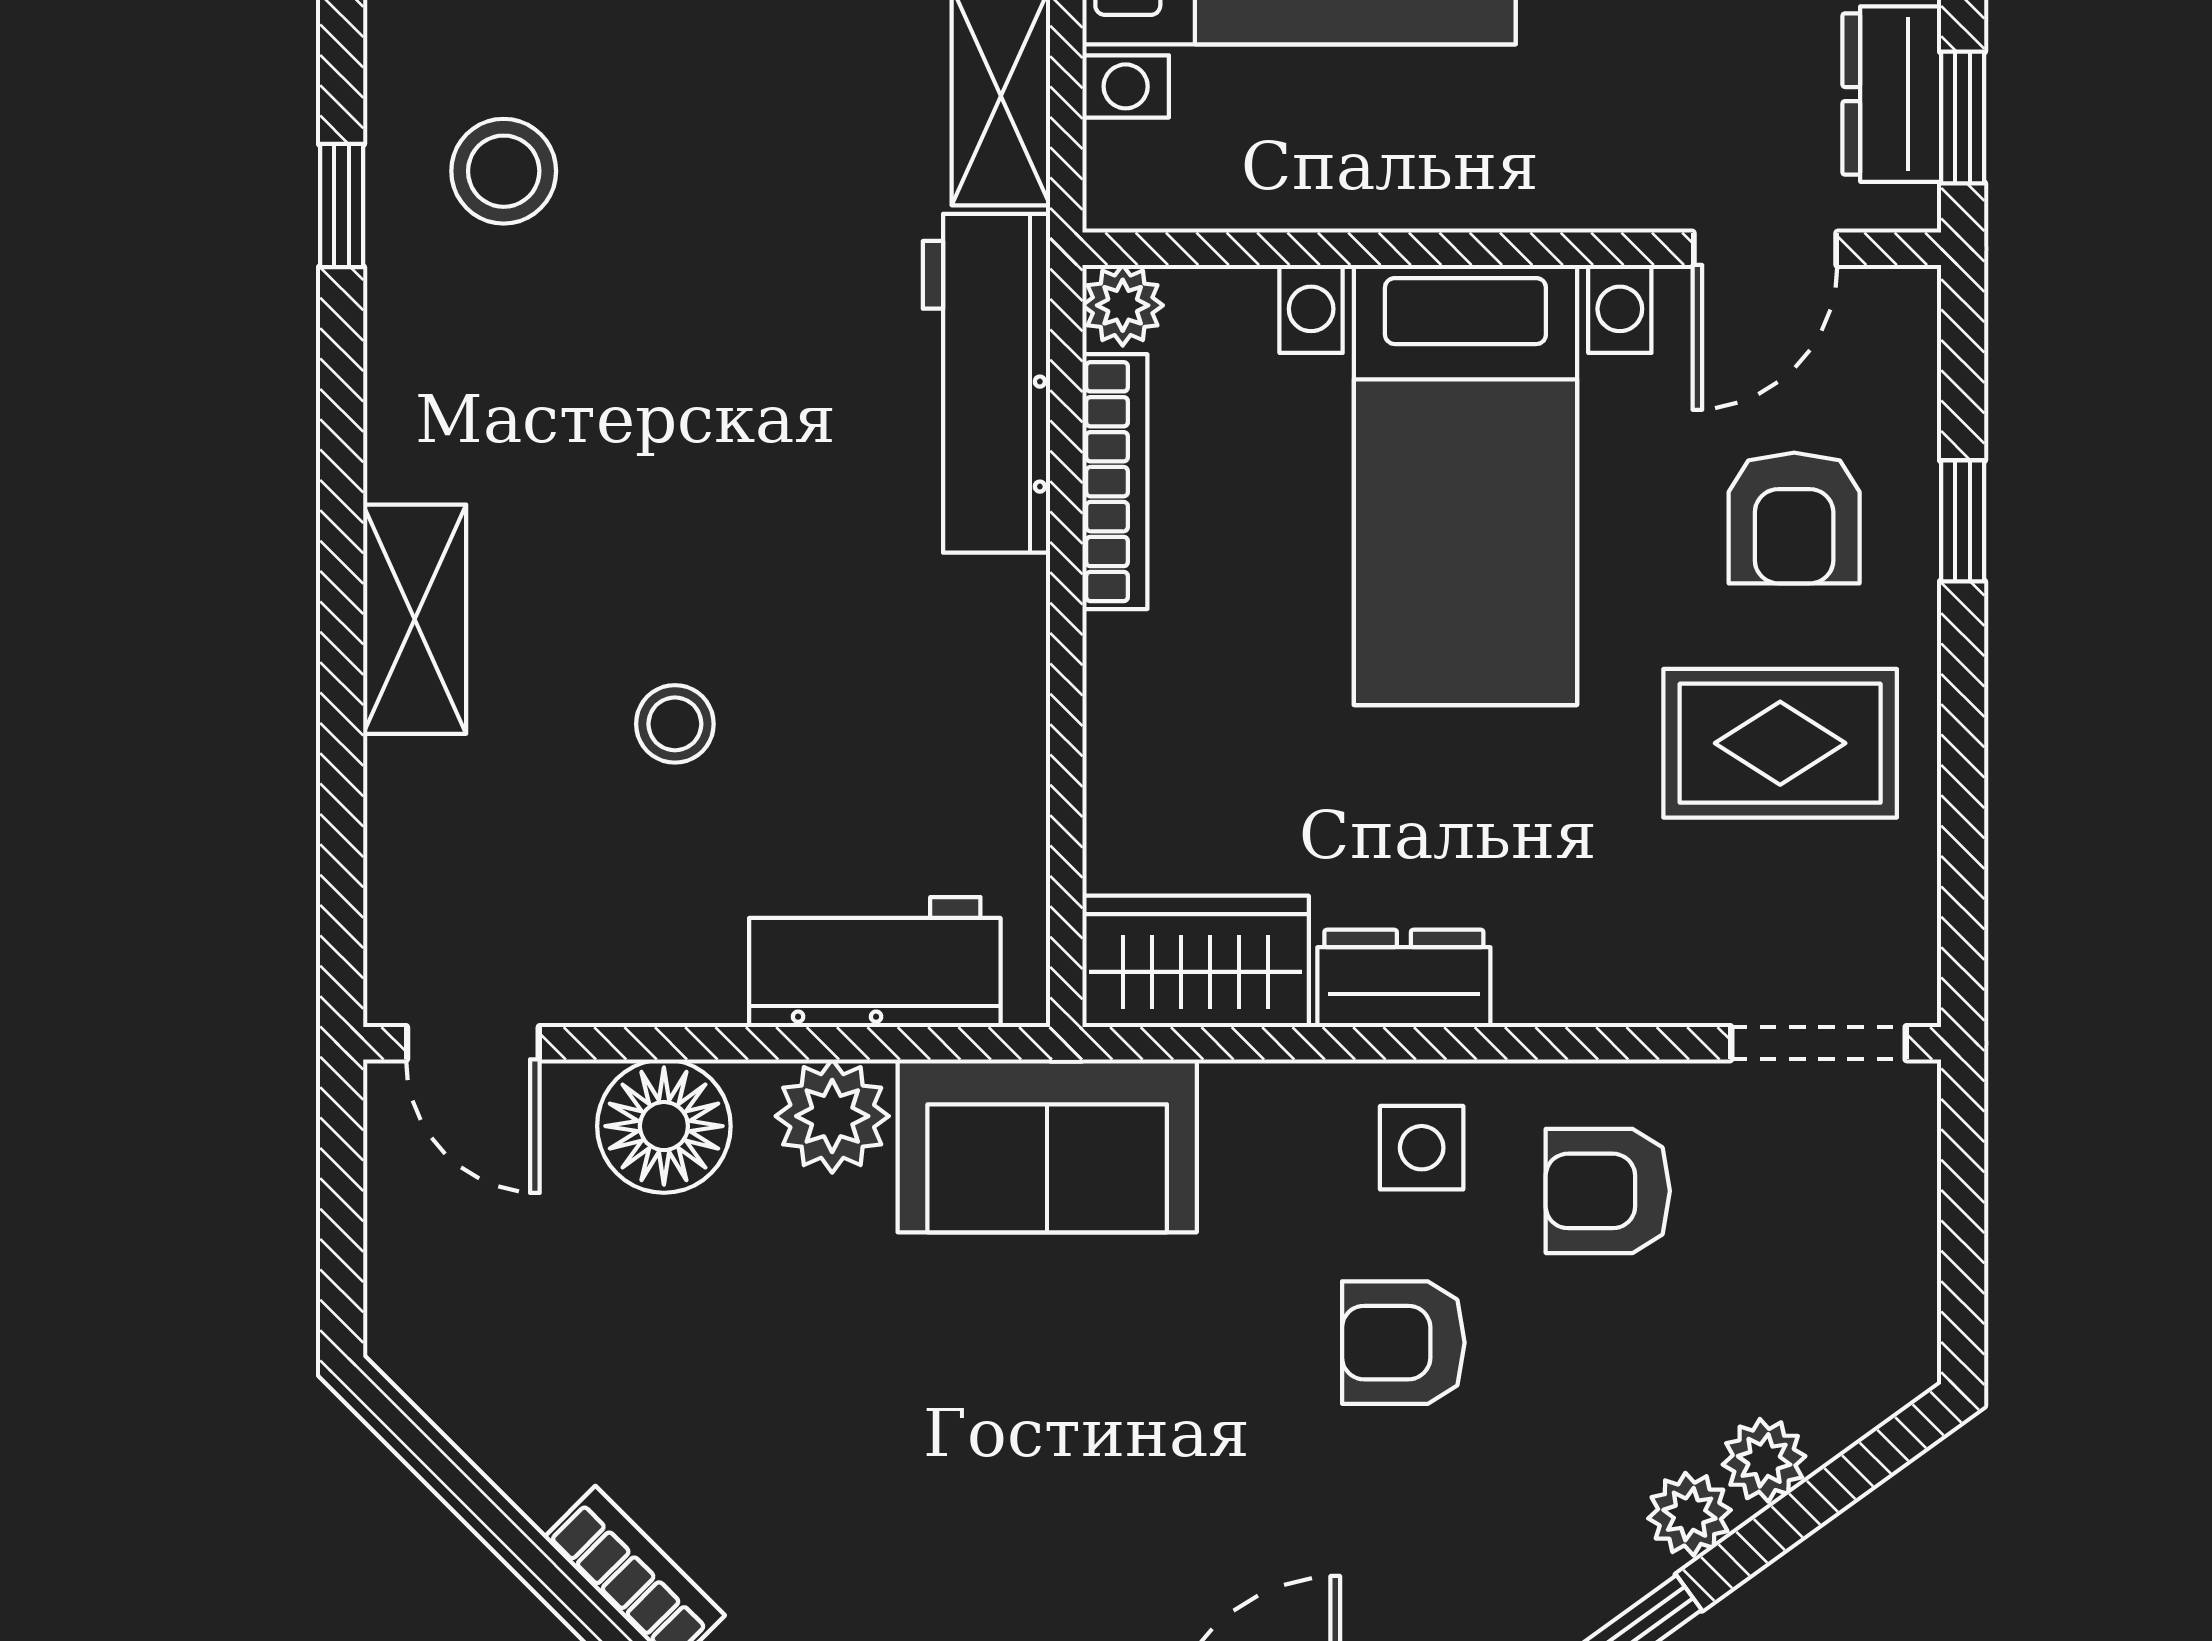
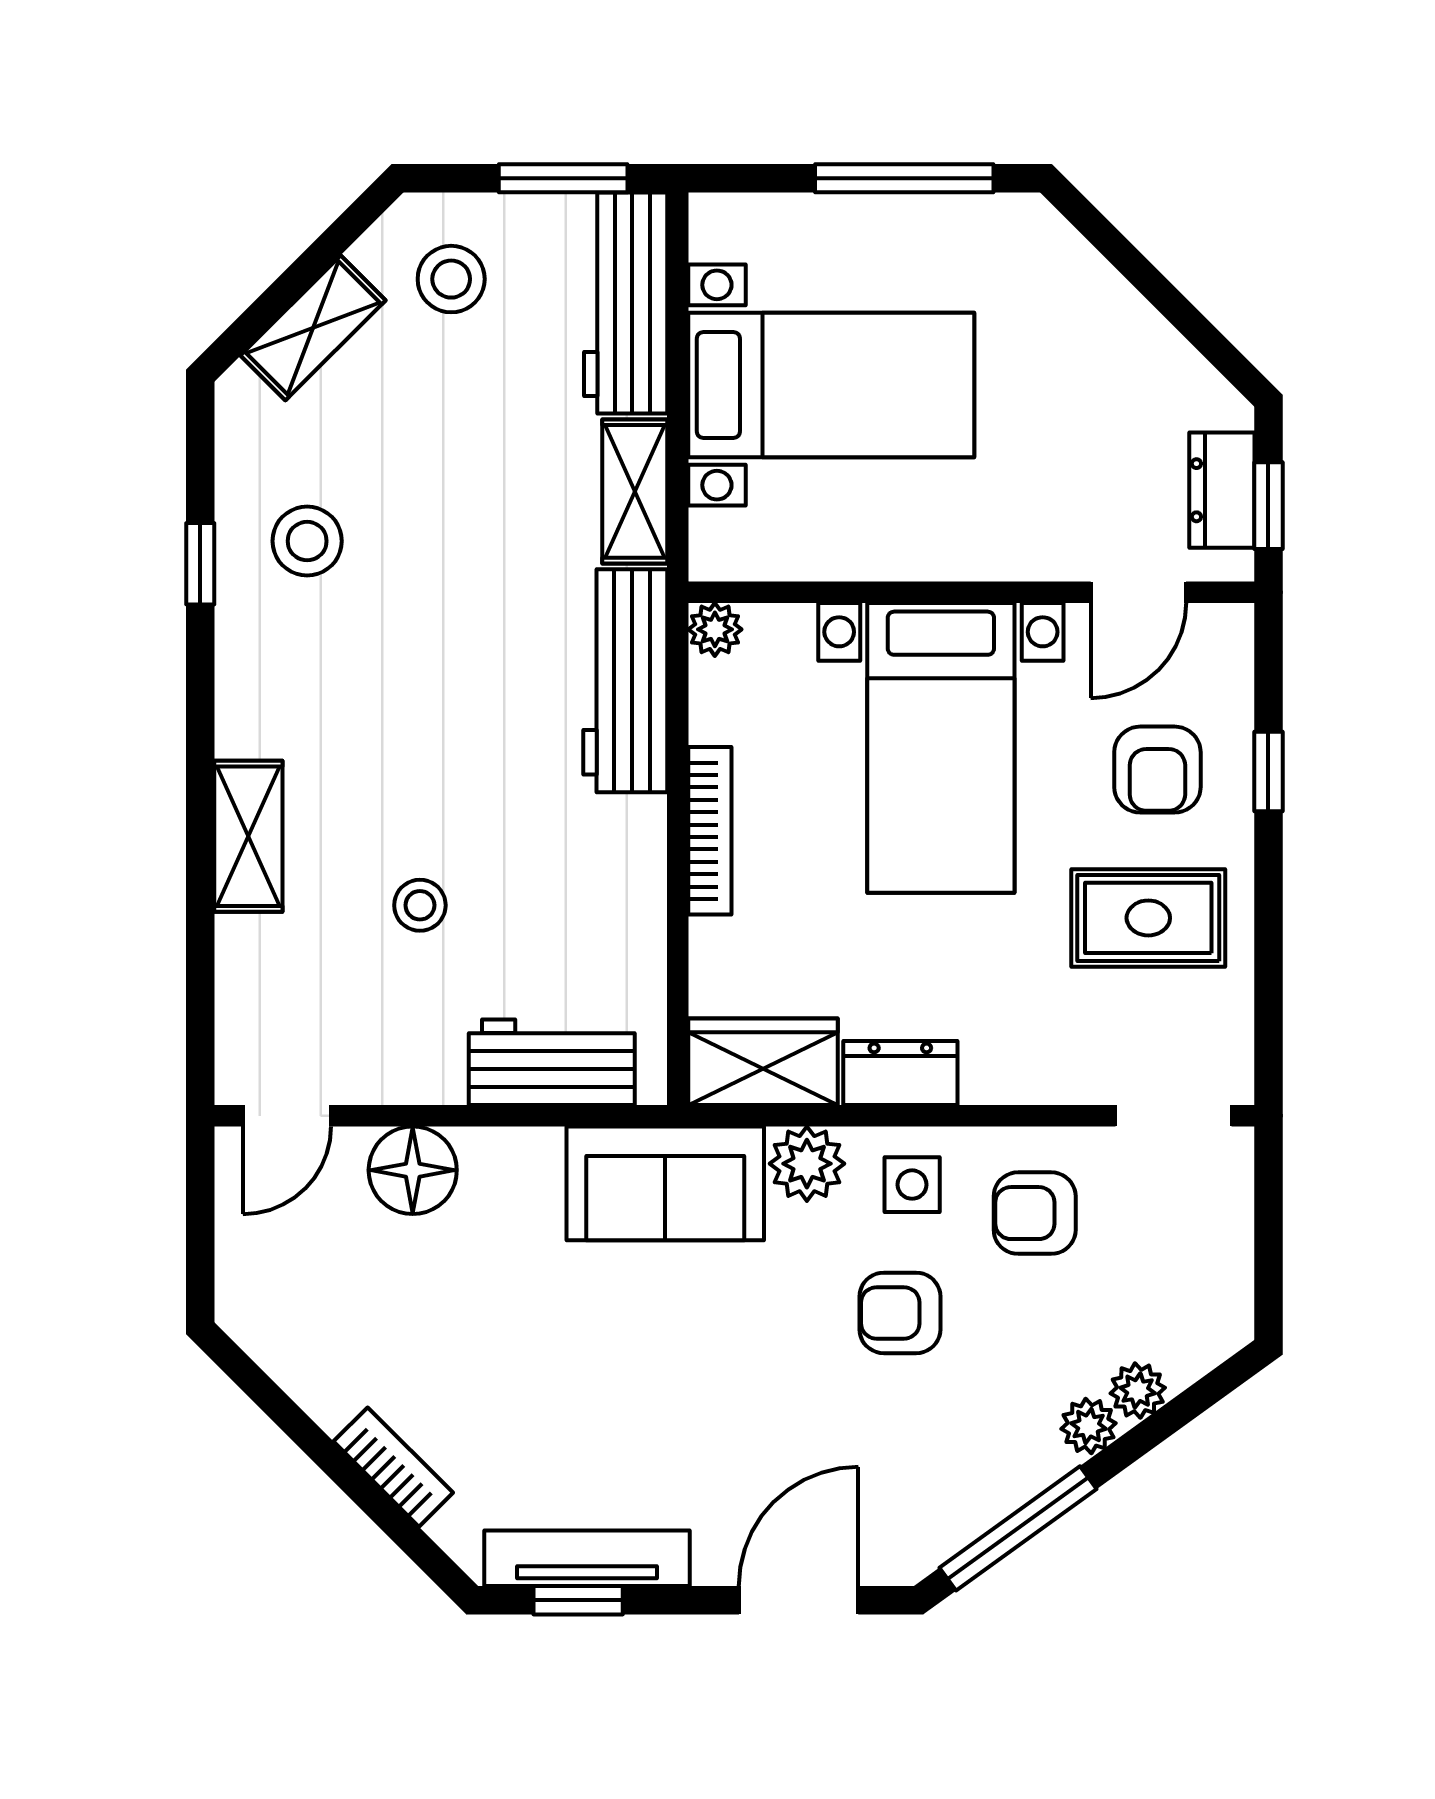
bookcase: (1115, 482) -> (710, 831), moved
door: (473, 1043) -> (287, 1116), hinge flipped
plant: (832, 1116) -> (807, 1164), moved

